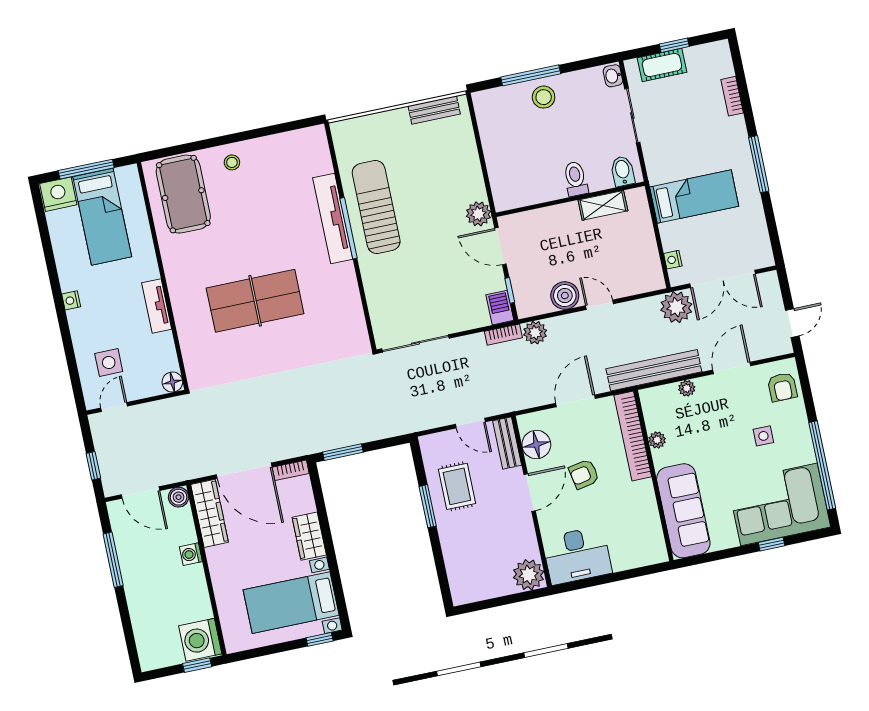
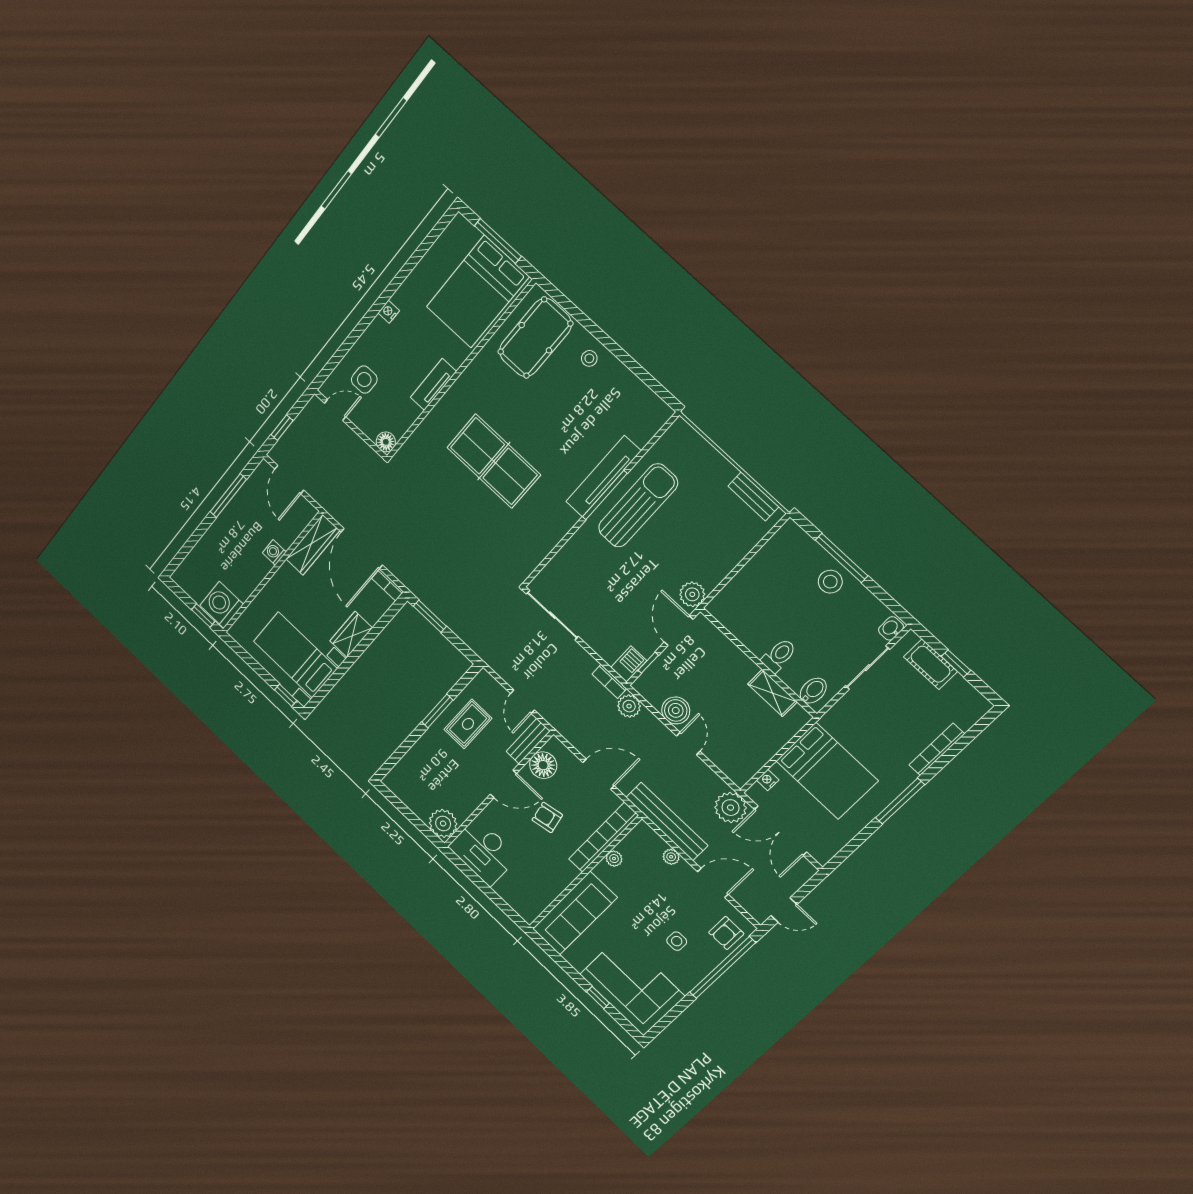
bookcase: (732, 96) -> (937, 749), width x1.56
nightstand: (58, 194) -> (462, 234), removed
bed: (694, 197) -> (827, 771), width x1.50
bed: (102, 217) -> (478, 292), width x1.50
window: (822, 465) -> (723, 968), moved
boiler: (179, 497) -> (307, 512), removed

